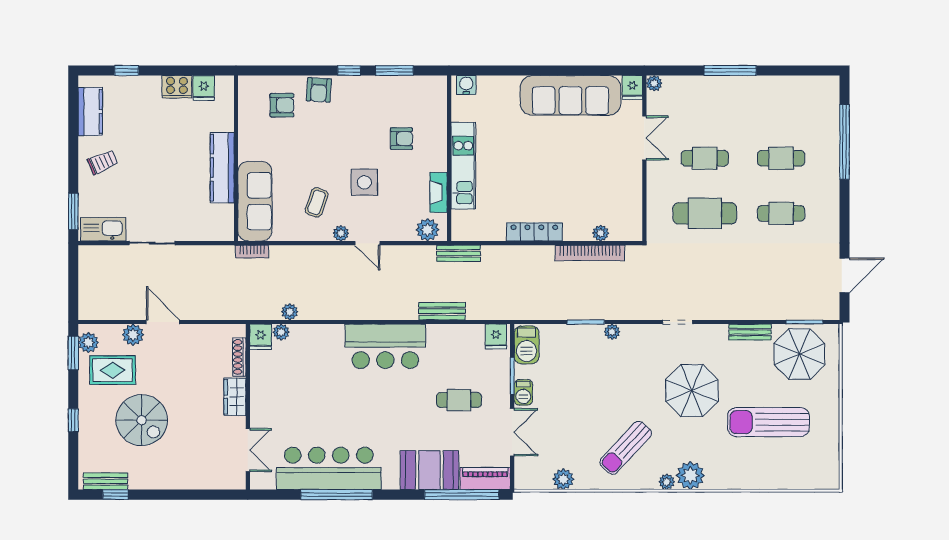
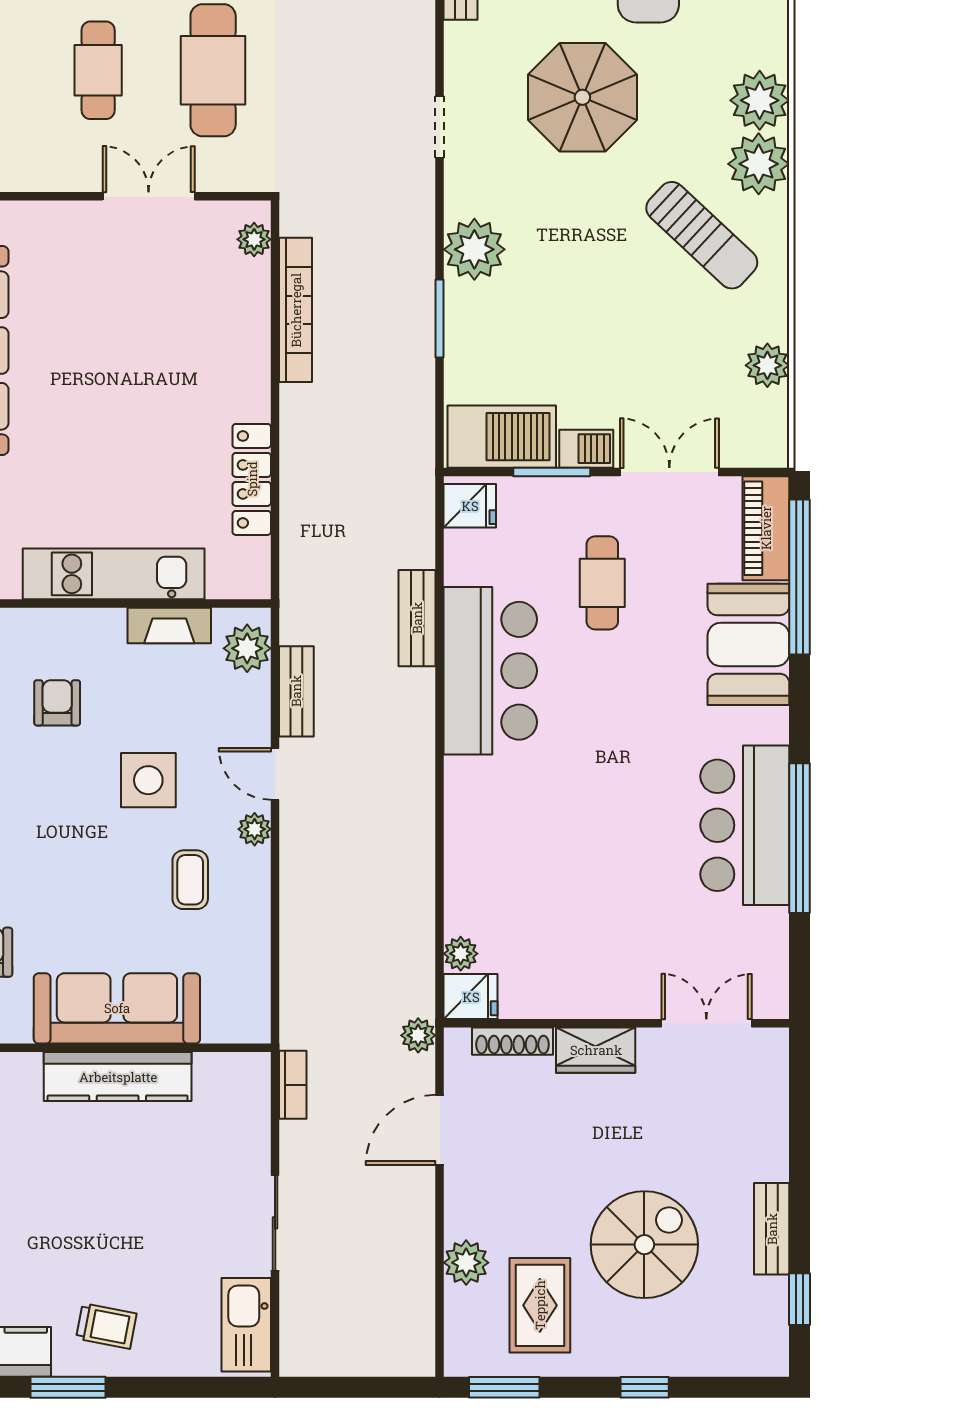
double door: (644, 138) -> (149, 196), moved
trolley: (103, 162) -> (106, 1326), turned 124
sofa: (255, 201) -> (117, 1008), moved
coffee table: (317, 202) -> (190, 880), turned 71
window: (73, 211) -> (68, 1387), moved
locker: (534, 232) -> (252, 479), moved
plant: (601, 233) -> (254, 239), moved
door: (367, 243) -> (275, 774), swing flipped
bookcase: (252, 252) -> (293, 1085), moved
bench: (459, 253) -> (296, 691), moved
plant: (290, 312) -> (418, 1035), moved
door: (163, 322) -> (440, 1130), moved
plant: (612, 332) -> (474, 249), width x1.88, depth x1.88
plant: (88, 342) -> (482, 1356), removed
barbecue: (527, 345) -> (502, 437), width x1.37, depth x1.21
bar counter: (385, 346) -> (490, 671), moved
bar counter: (329, 468) -> (745, 825), width x0.73
bench: (105, 481) -> (772, 1229), moved
plant: (667, 482) -> (759, 164), width x1.88, depth x1.88

